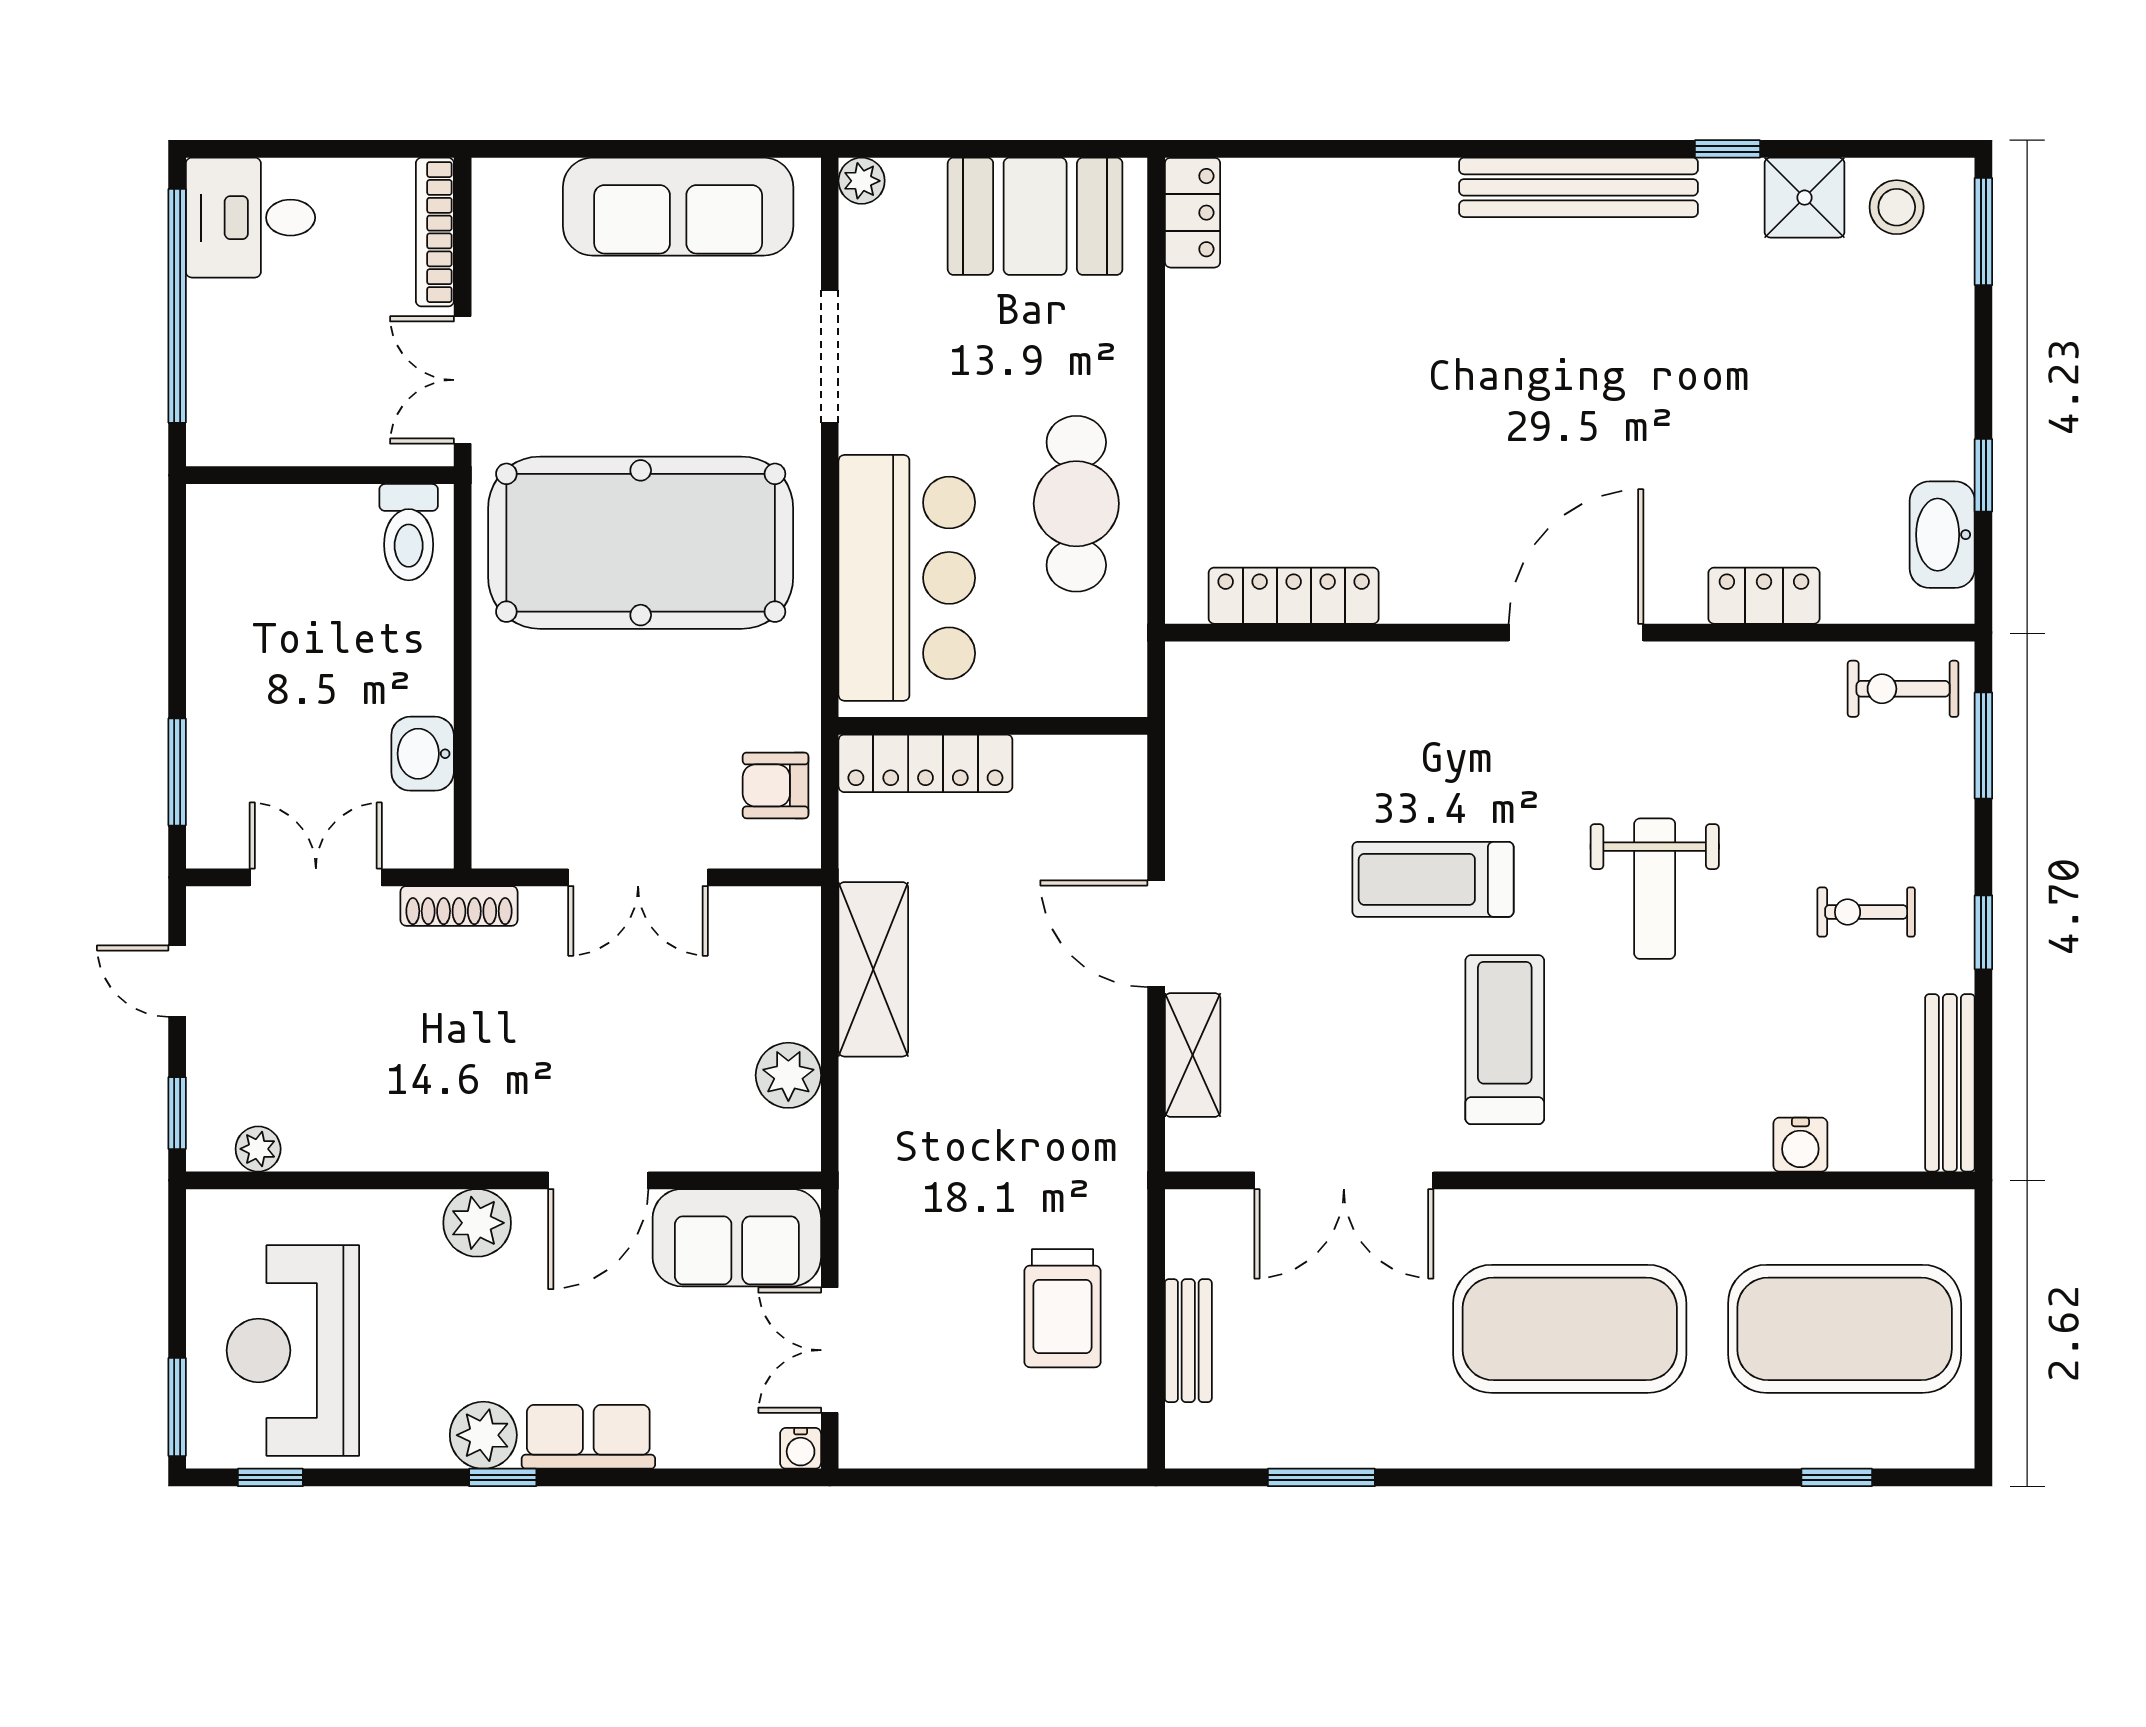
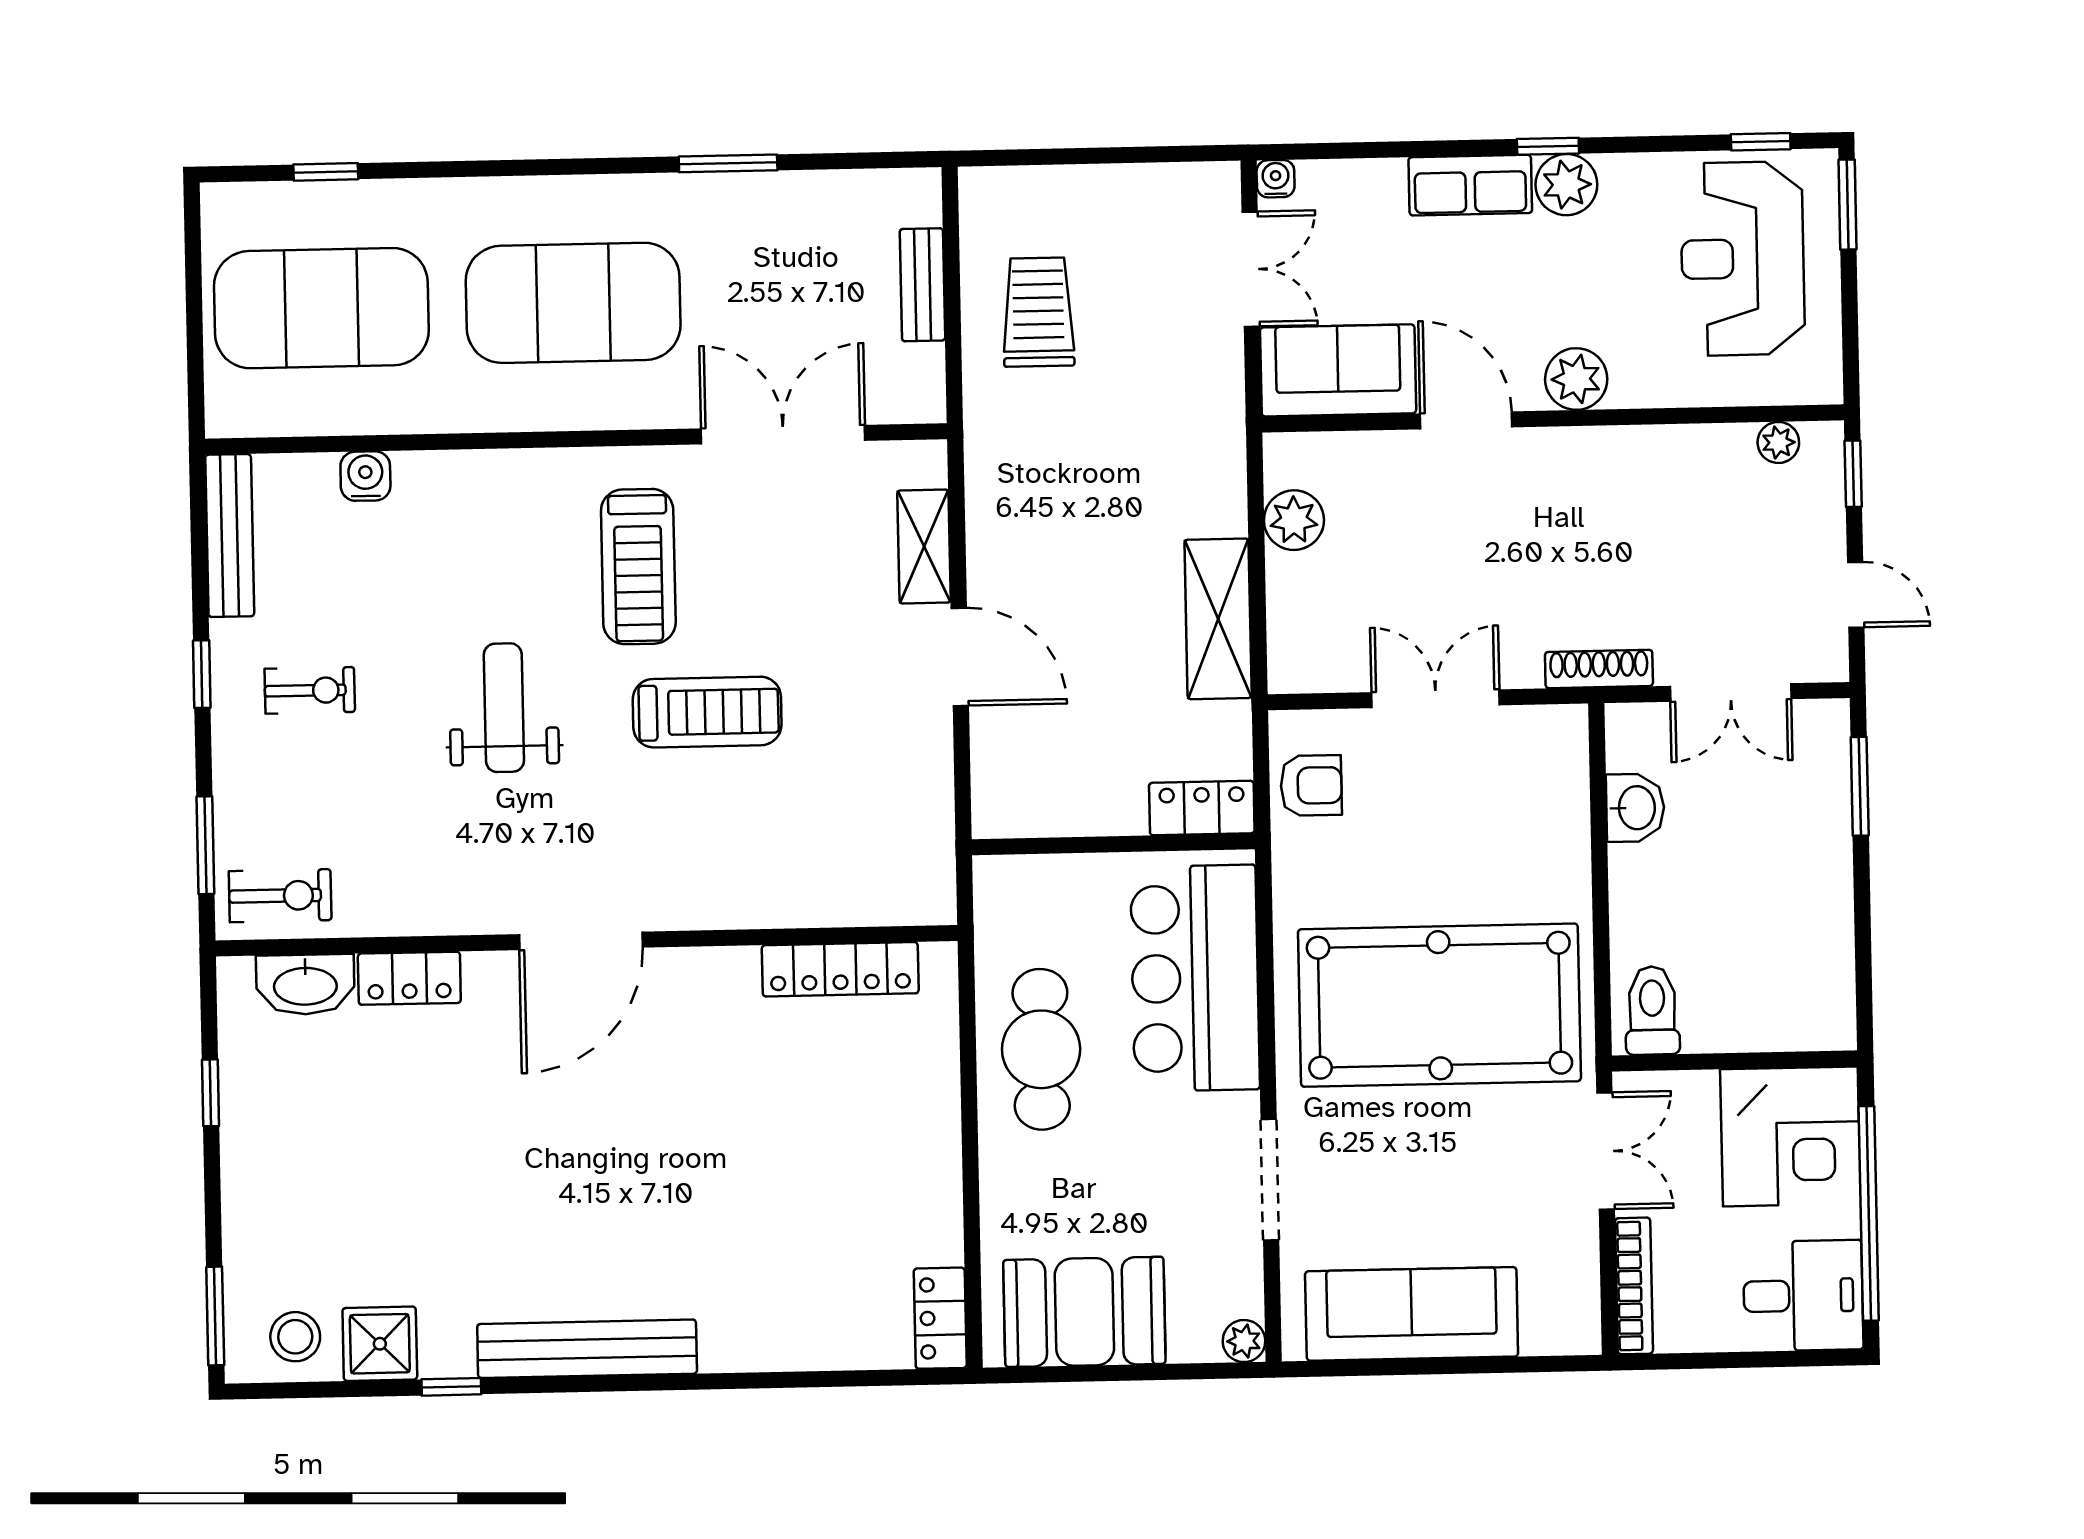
corner desk: (261, 391) -> (1790, 1136), added
washbasin: (1942, 535) -> (305, 985), moved, turned 90
locker: (925, 763) -> (1202, 808), width x0.66
door: (598, 1180) -> (1466, 420), hinge flipped
reception desk: (293, 1350) -> (1743, 259), turned 180
window: (1321, 1477) -> (728, 163), moved

